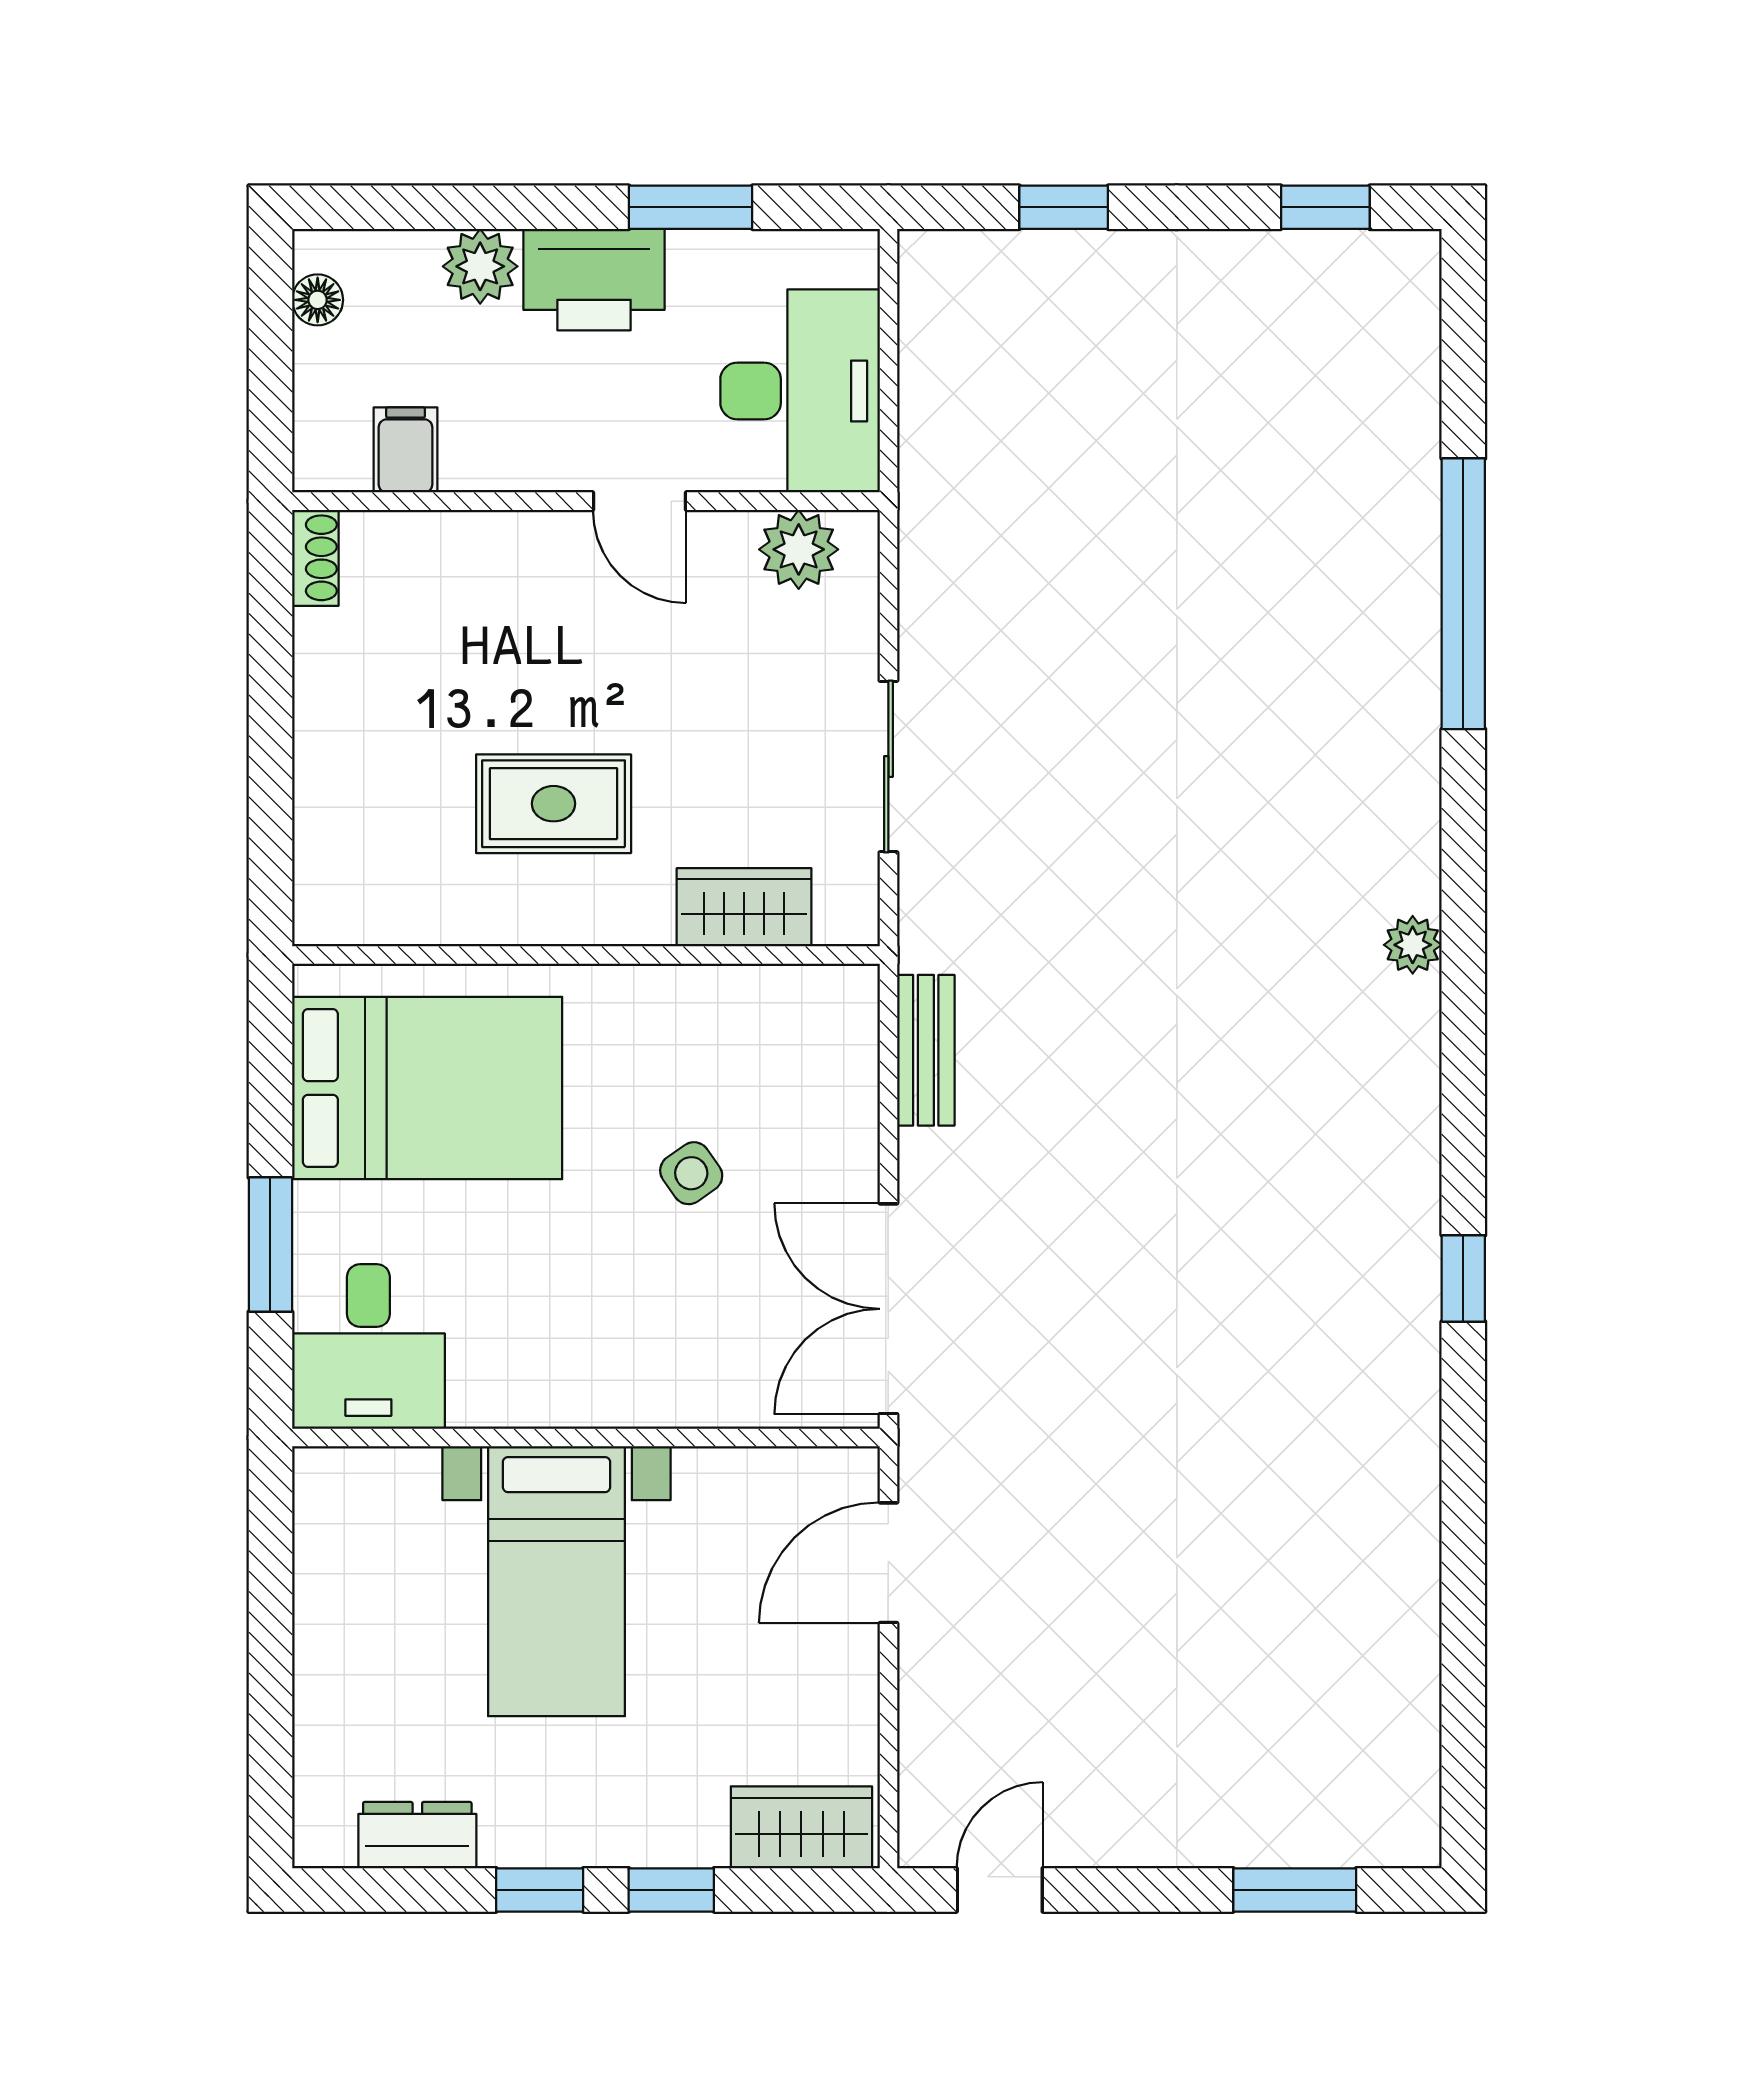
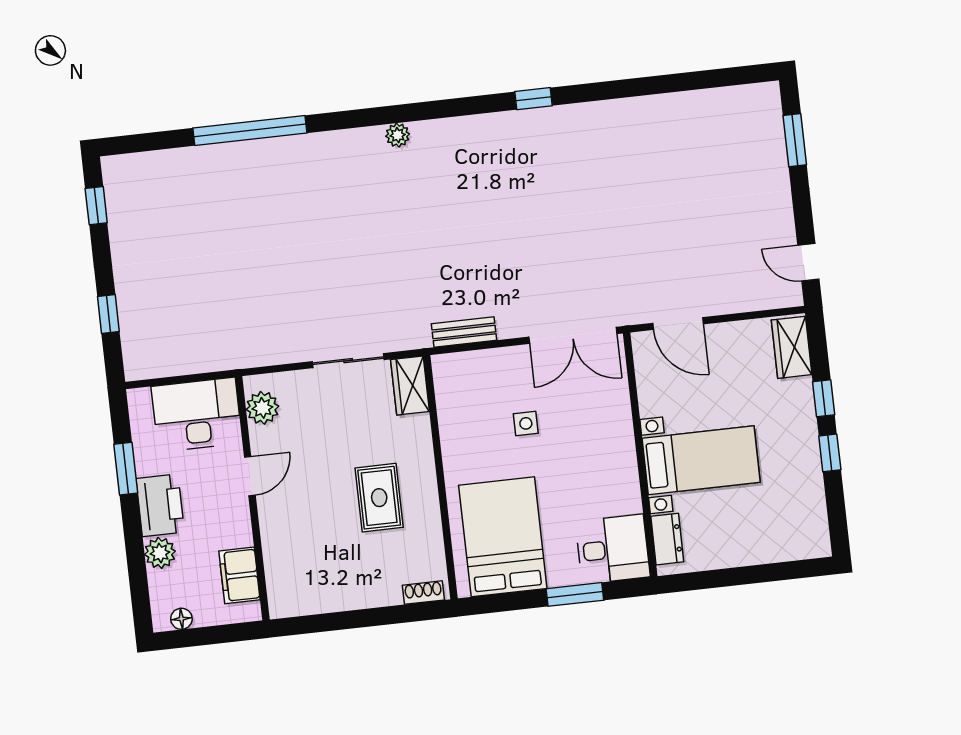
filing cabinet: (405, 450) -> (239, 575), width x2.00
shoe rack: (315, 558) -> (423, 593), moved
wardrobe: (744, 907) -> (410, 386), moved
side table: (691, 1173) -> (526, 423), turned 35
dresser: (417, 1835) -> (667, 539), moved, turned 180

